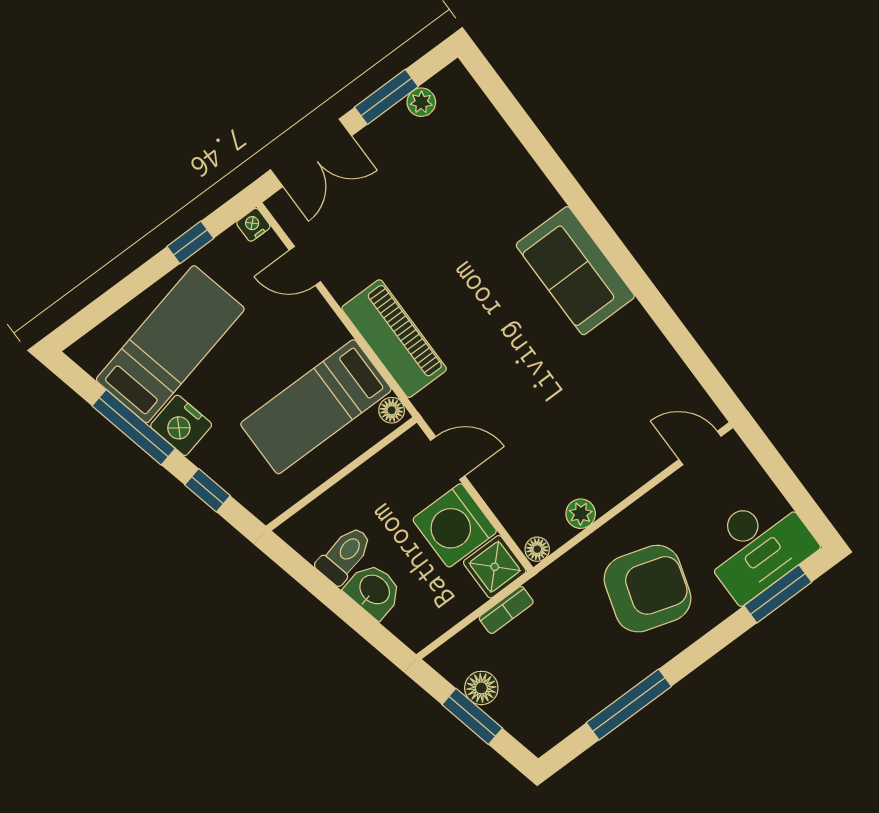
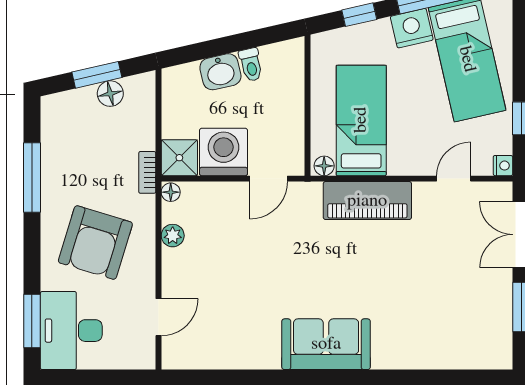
plant: (421, 102) -> (502, 326), removed
door: (700, 448) -> (158, 317), moved
toilet: (345, 555) -> (251, 65), width x0.73, depth x0.72
bookcase: (506, 610) -> (147, 172), moved

